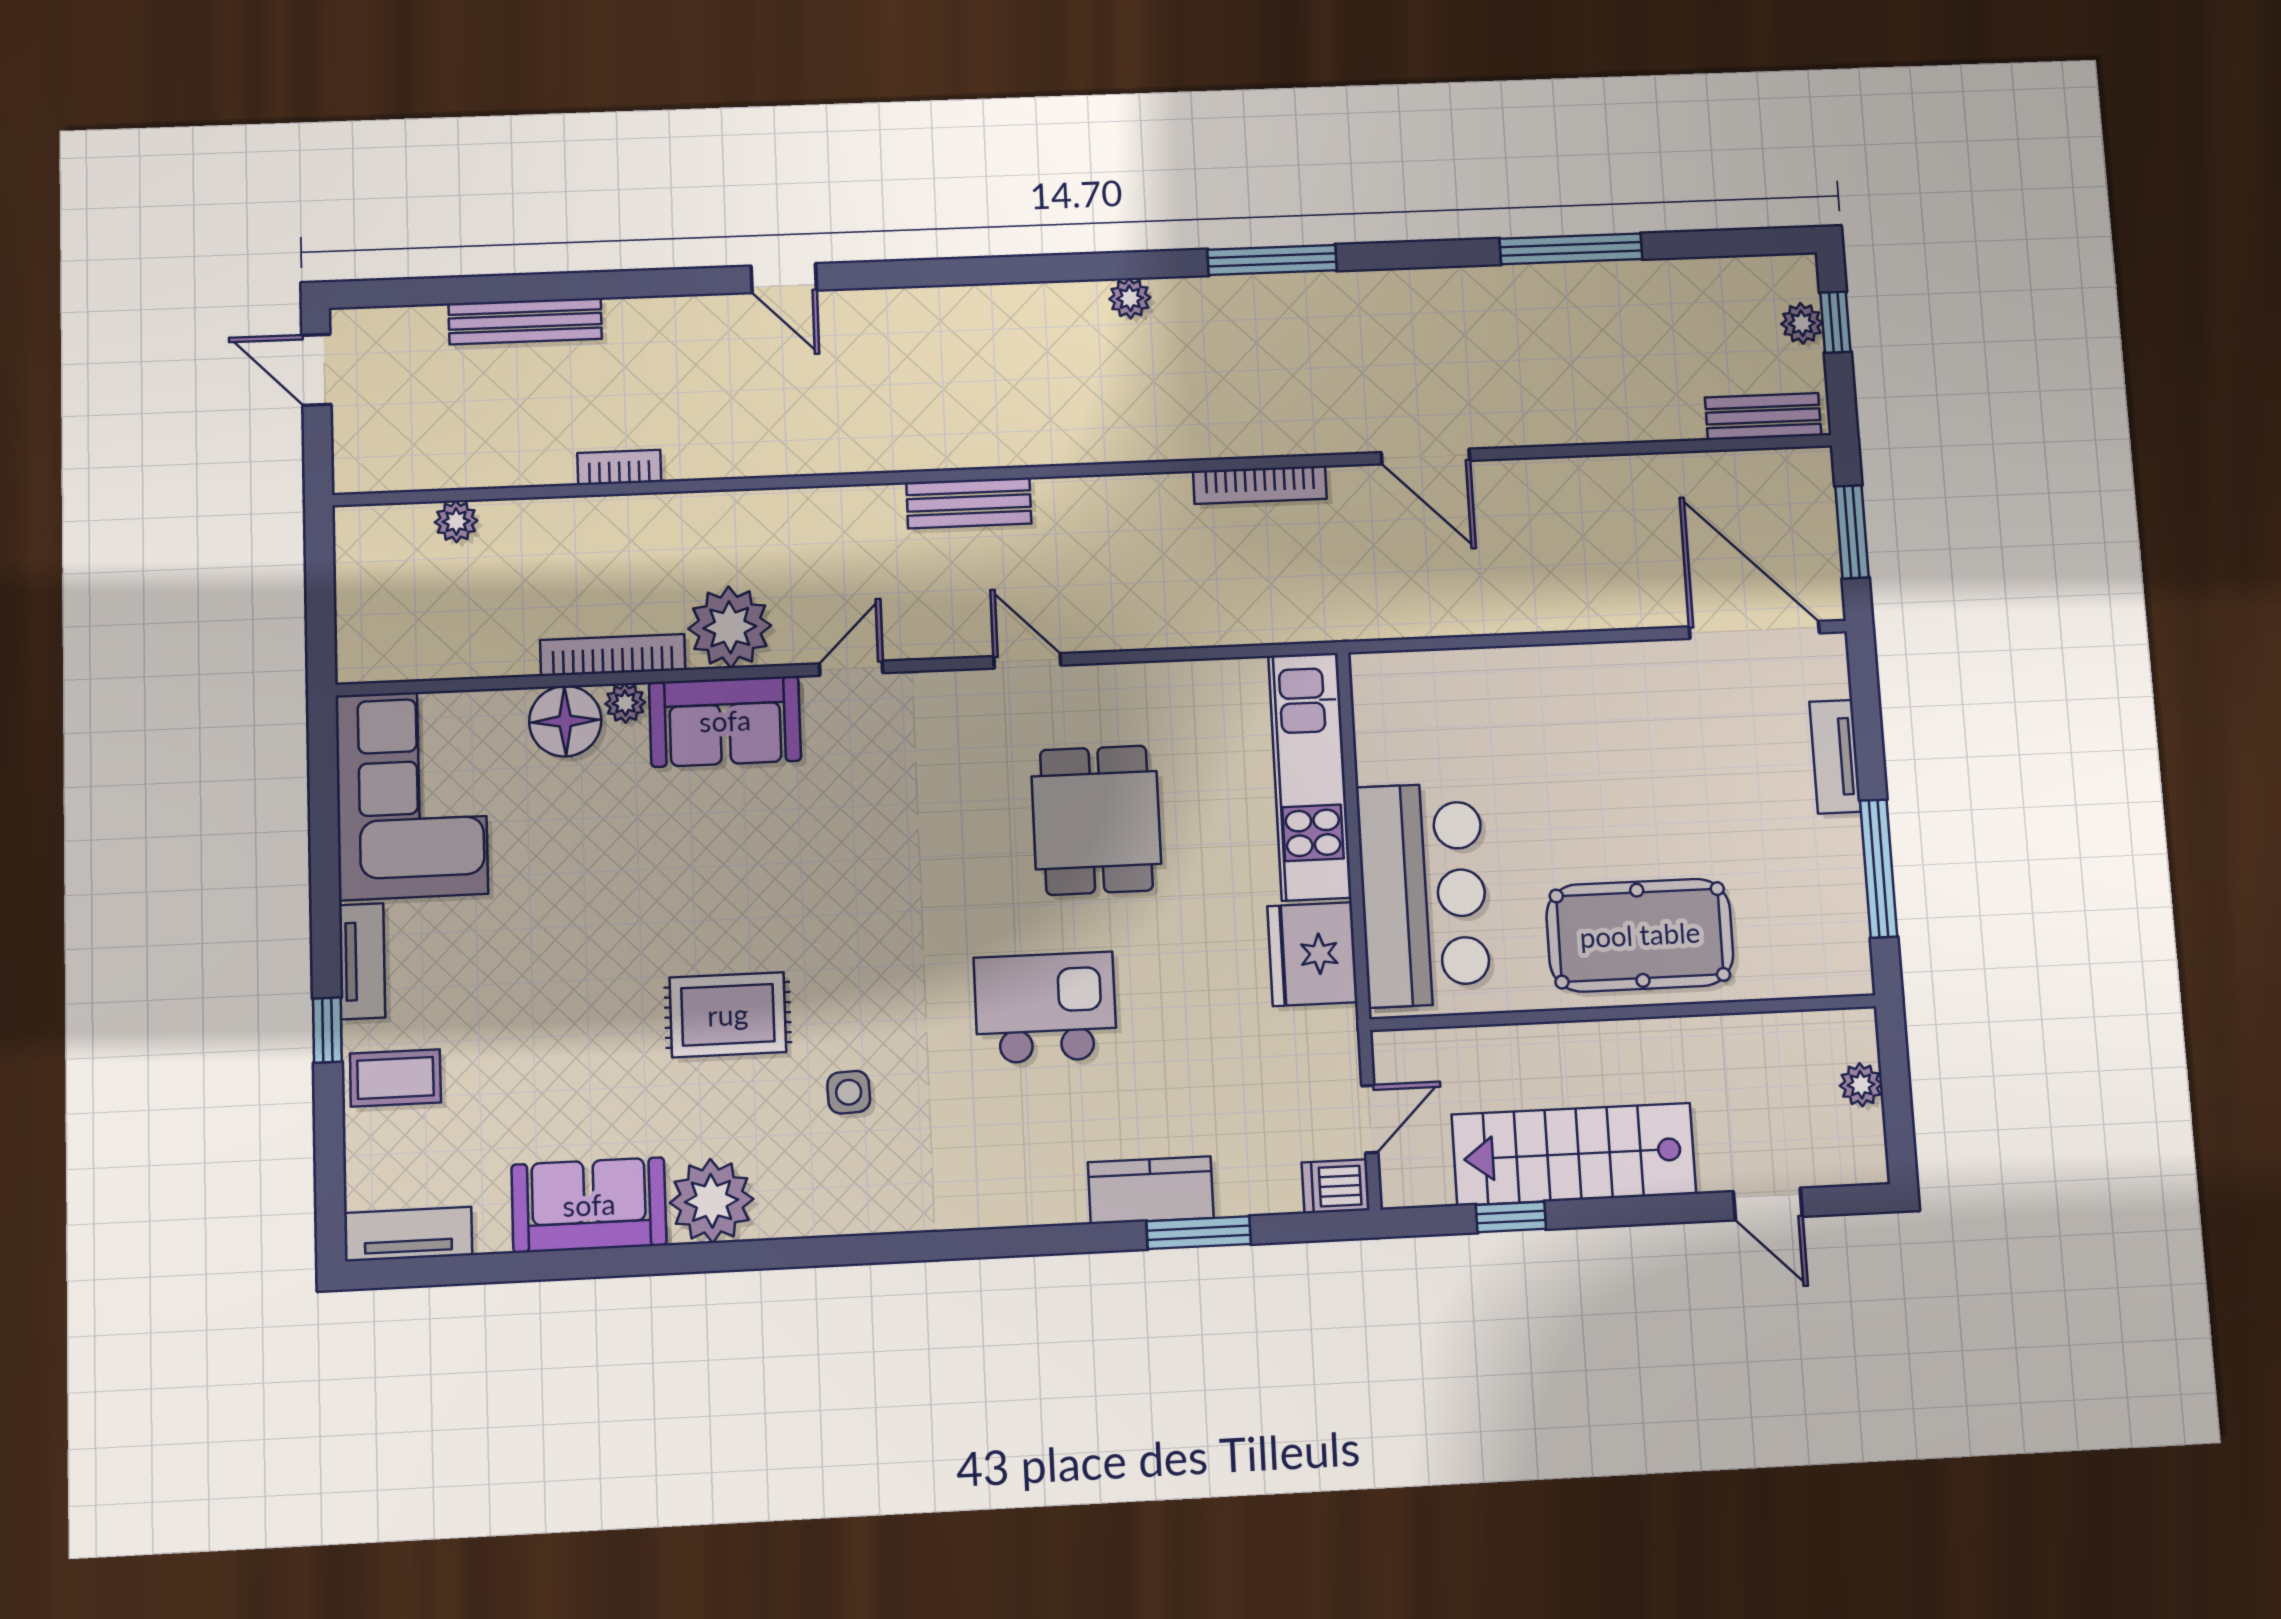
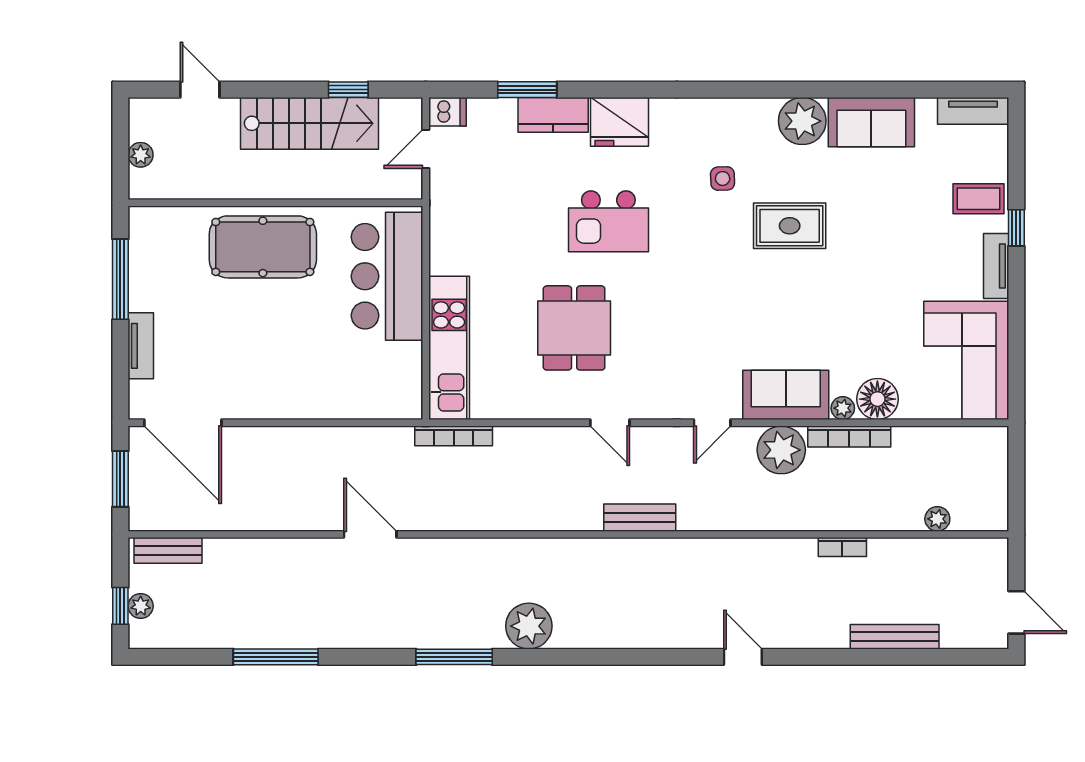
plant: (1130, 298) -> (529, 626), width x1.88, depth x1.88
bookcase: (1260, 485) -> (454, 436), moved, turned 180
fridge: (1312, 954) -> (620, 122), moved, turned 90

